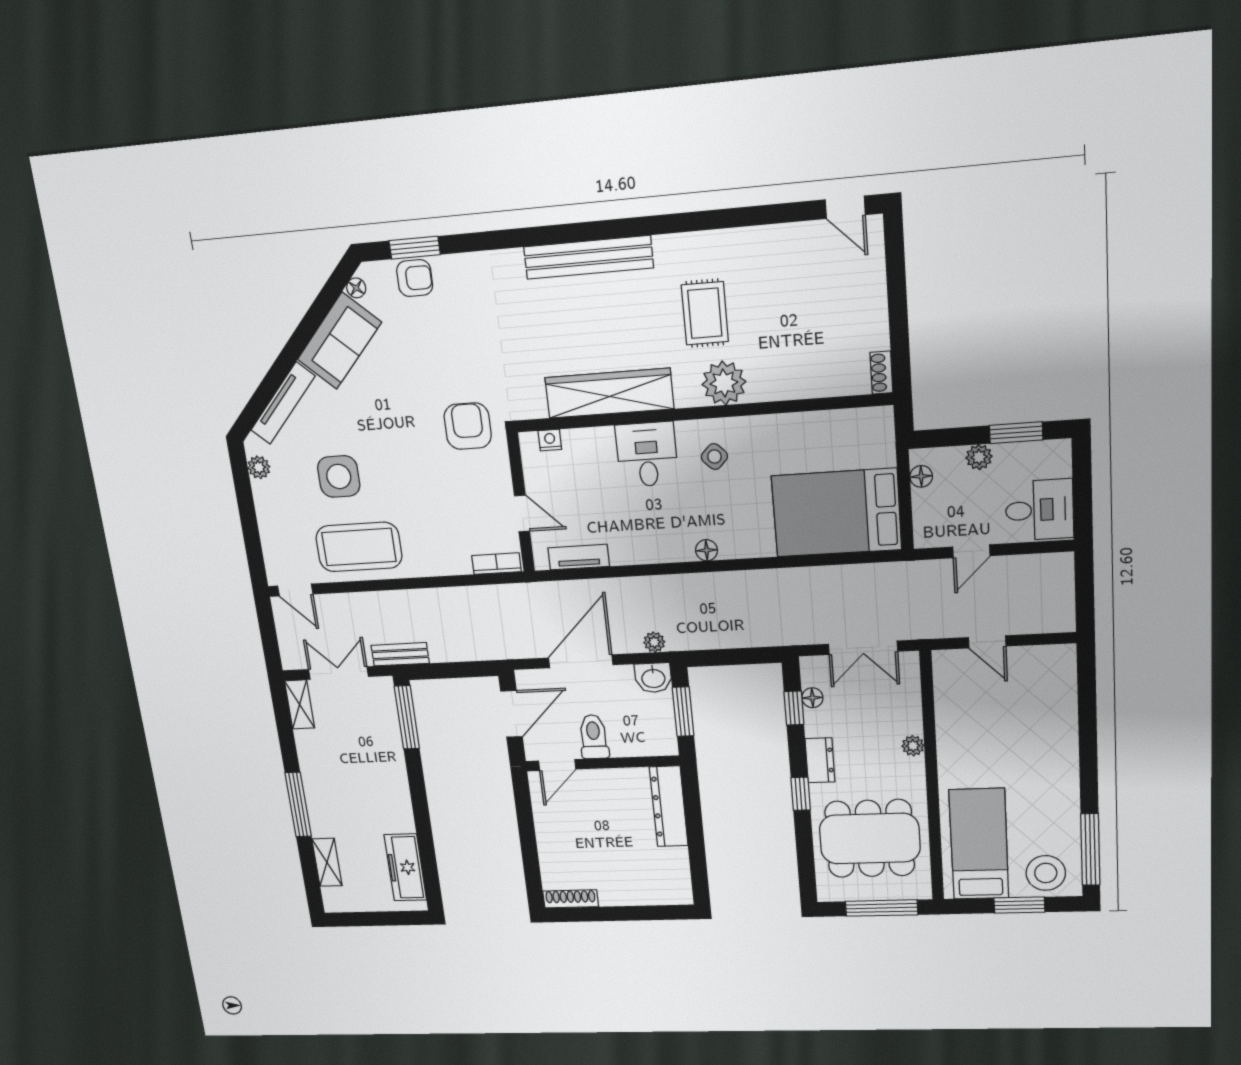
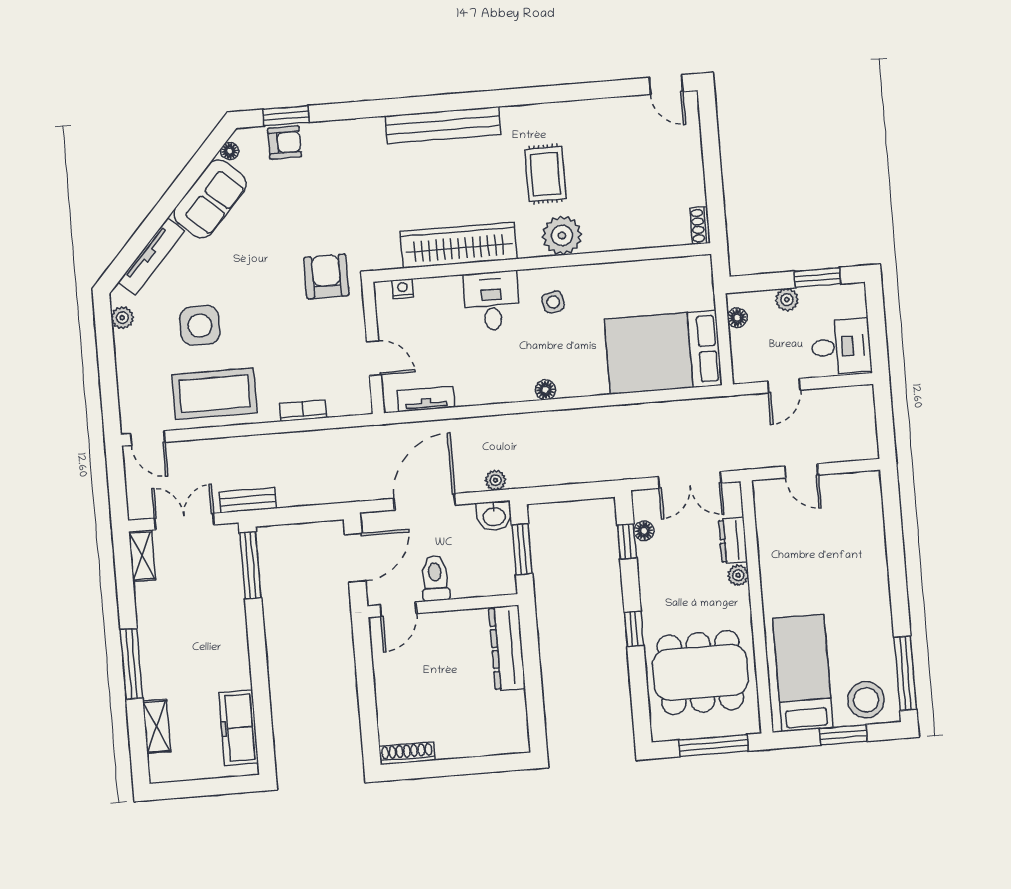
side table: (714, 457) -> (553, 302), turned 33
bookcase: (497, 564) -> (303, 411), moved
dresser: (820, 760) -> (733, 541), moved, turned 180

